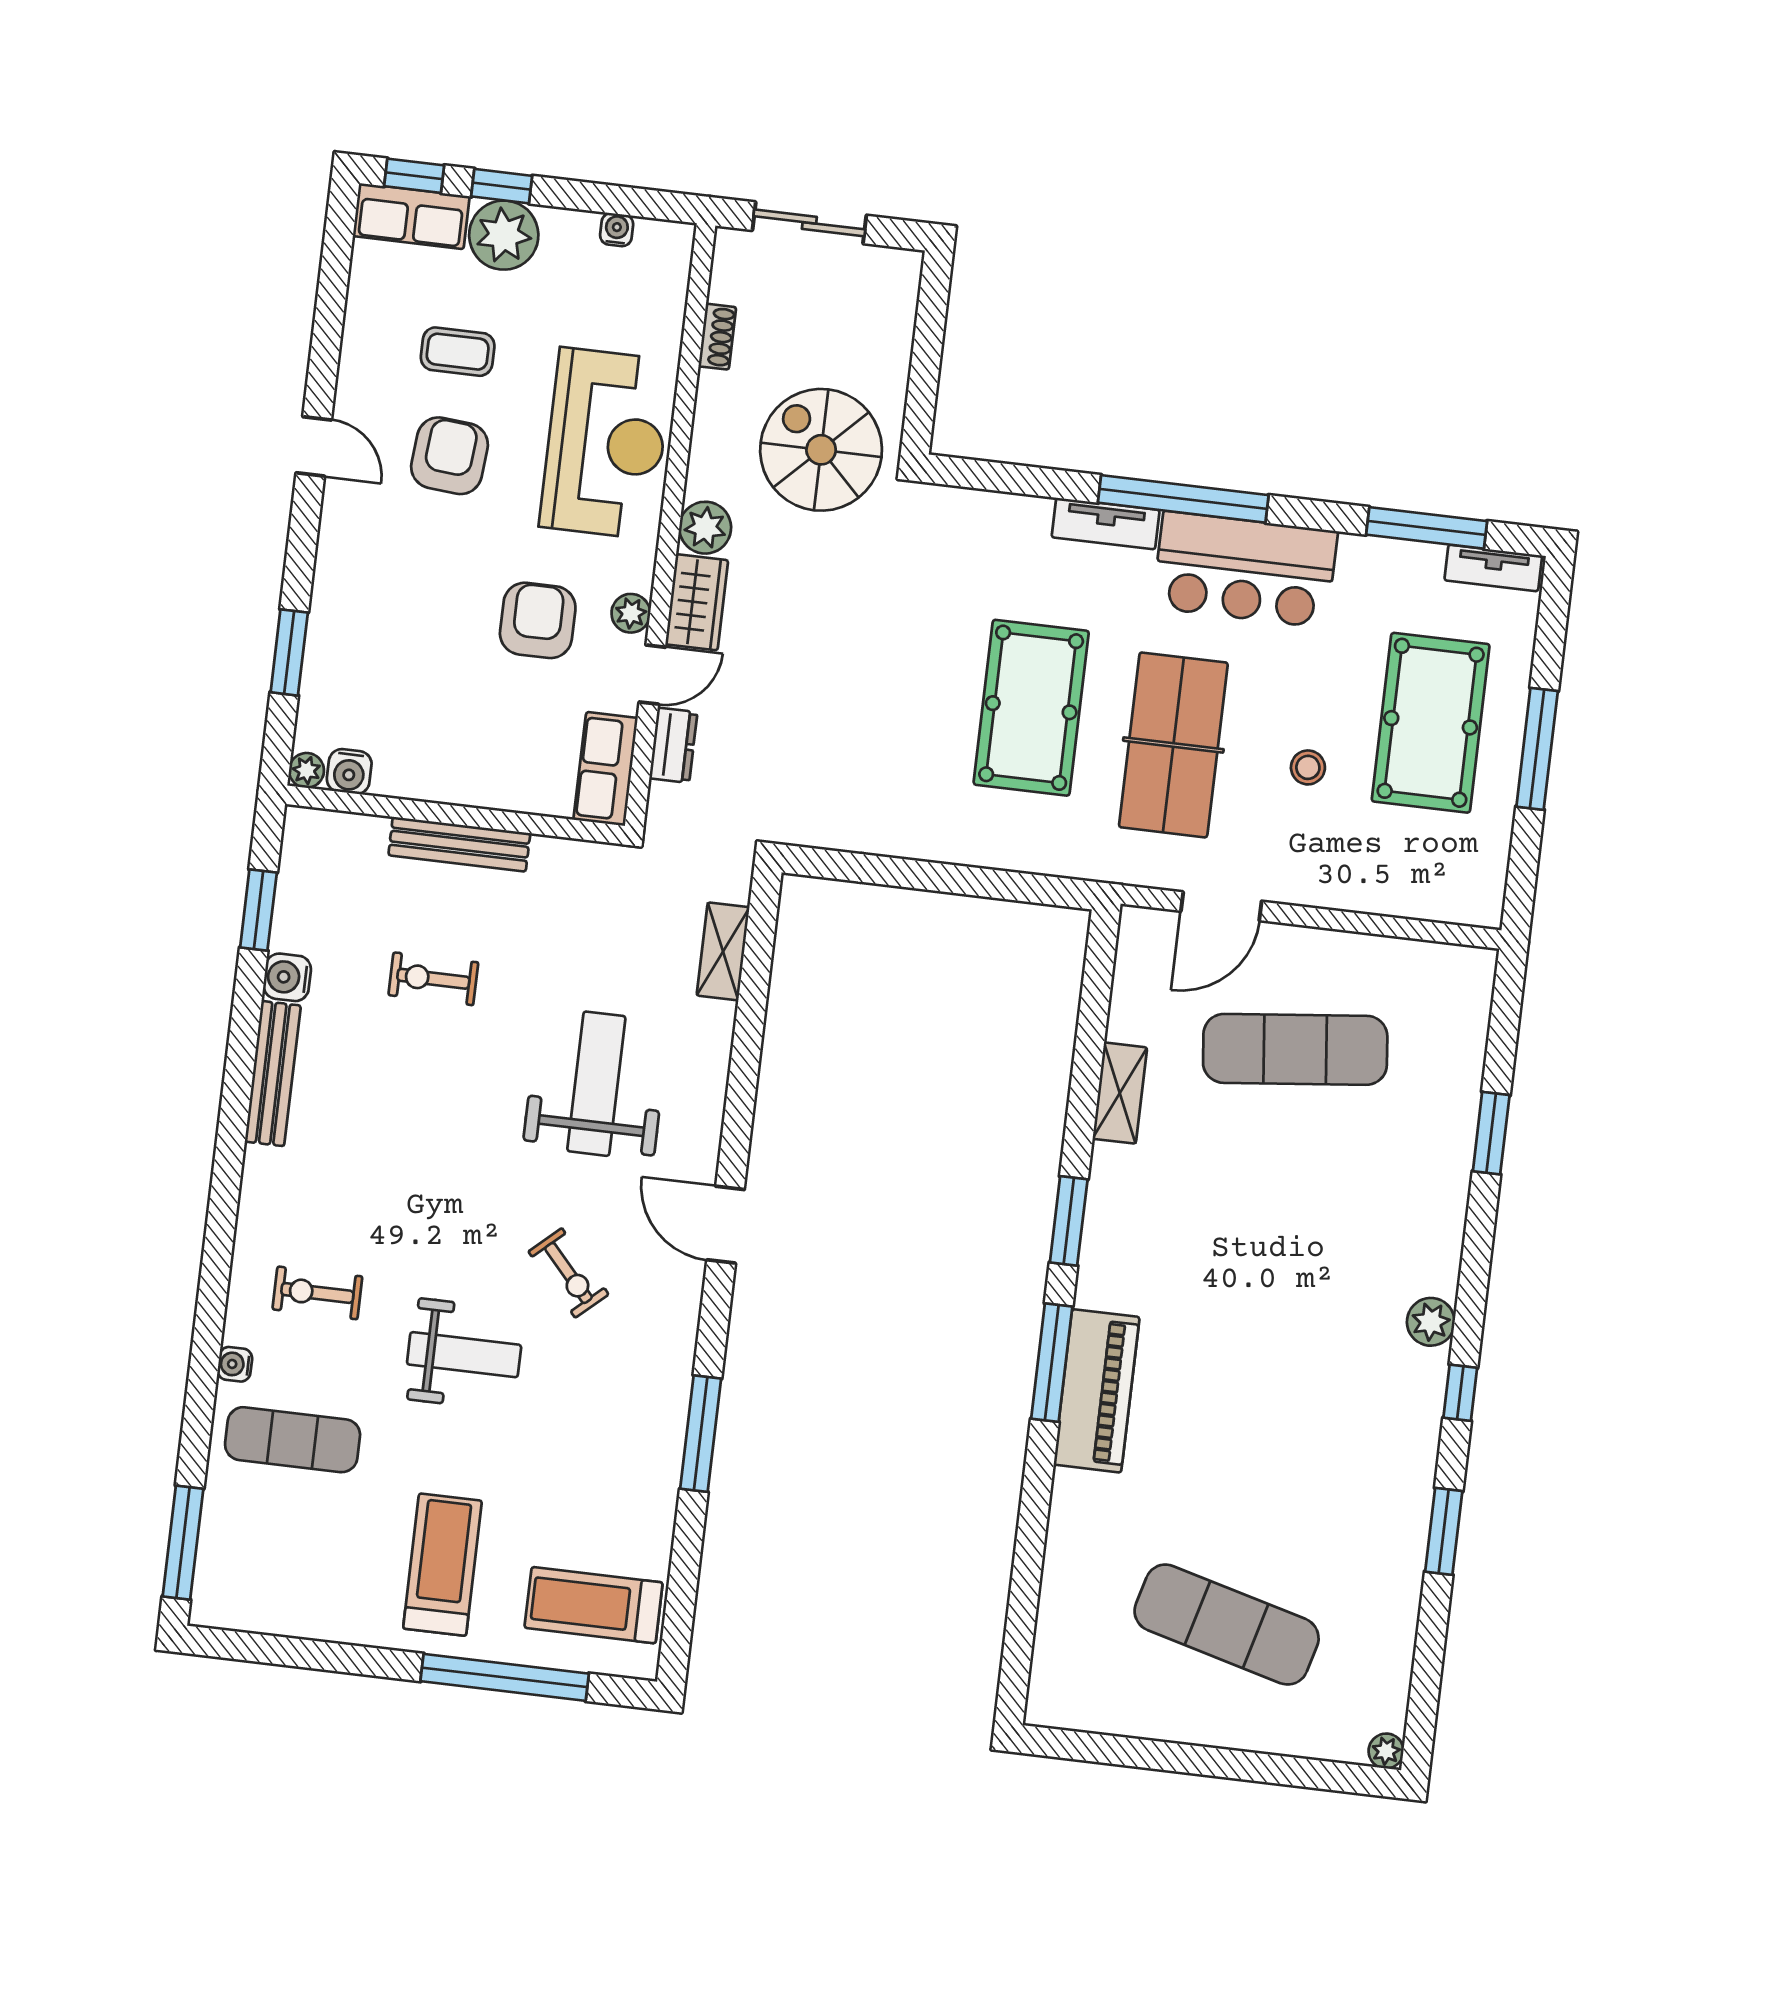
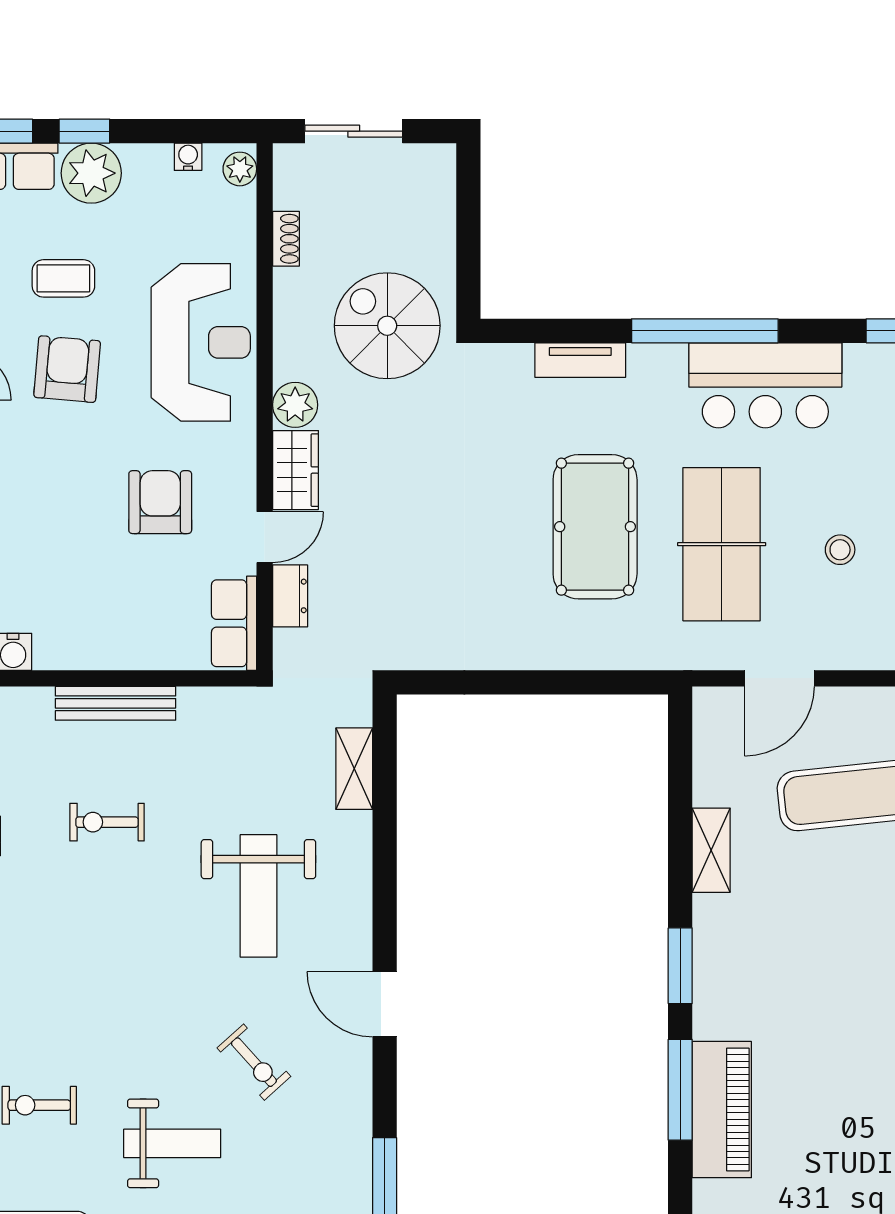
tv unit: (1106, 524) -> (580, 360), moved
plant: (631, 613) -> (240, 169), moved
weight bench: (596, 1084) -> (258, 896), turned 180

